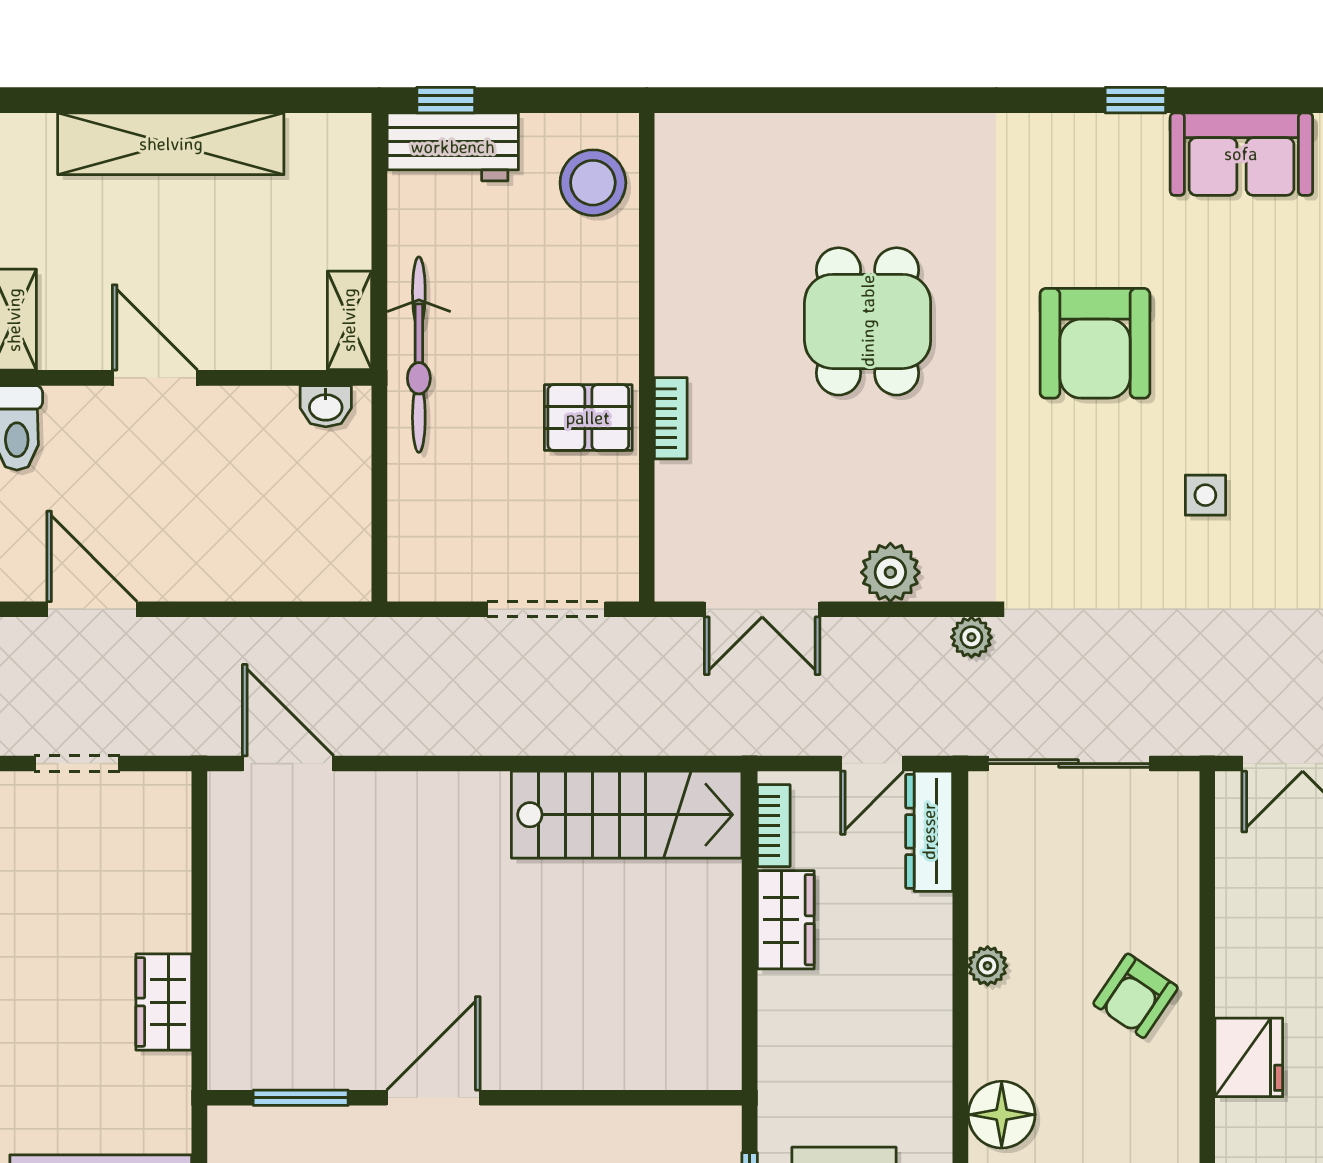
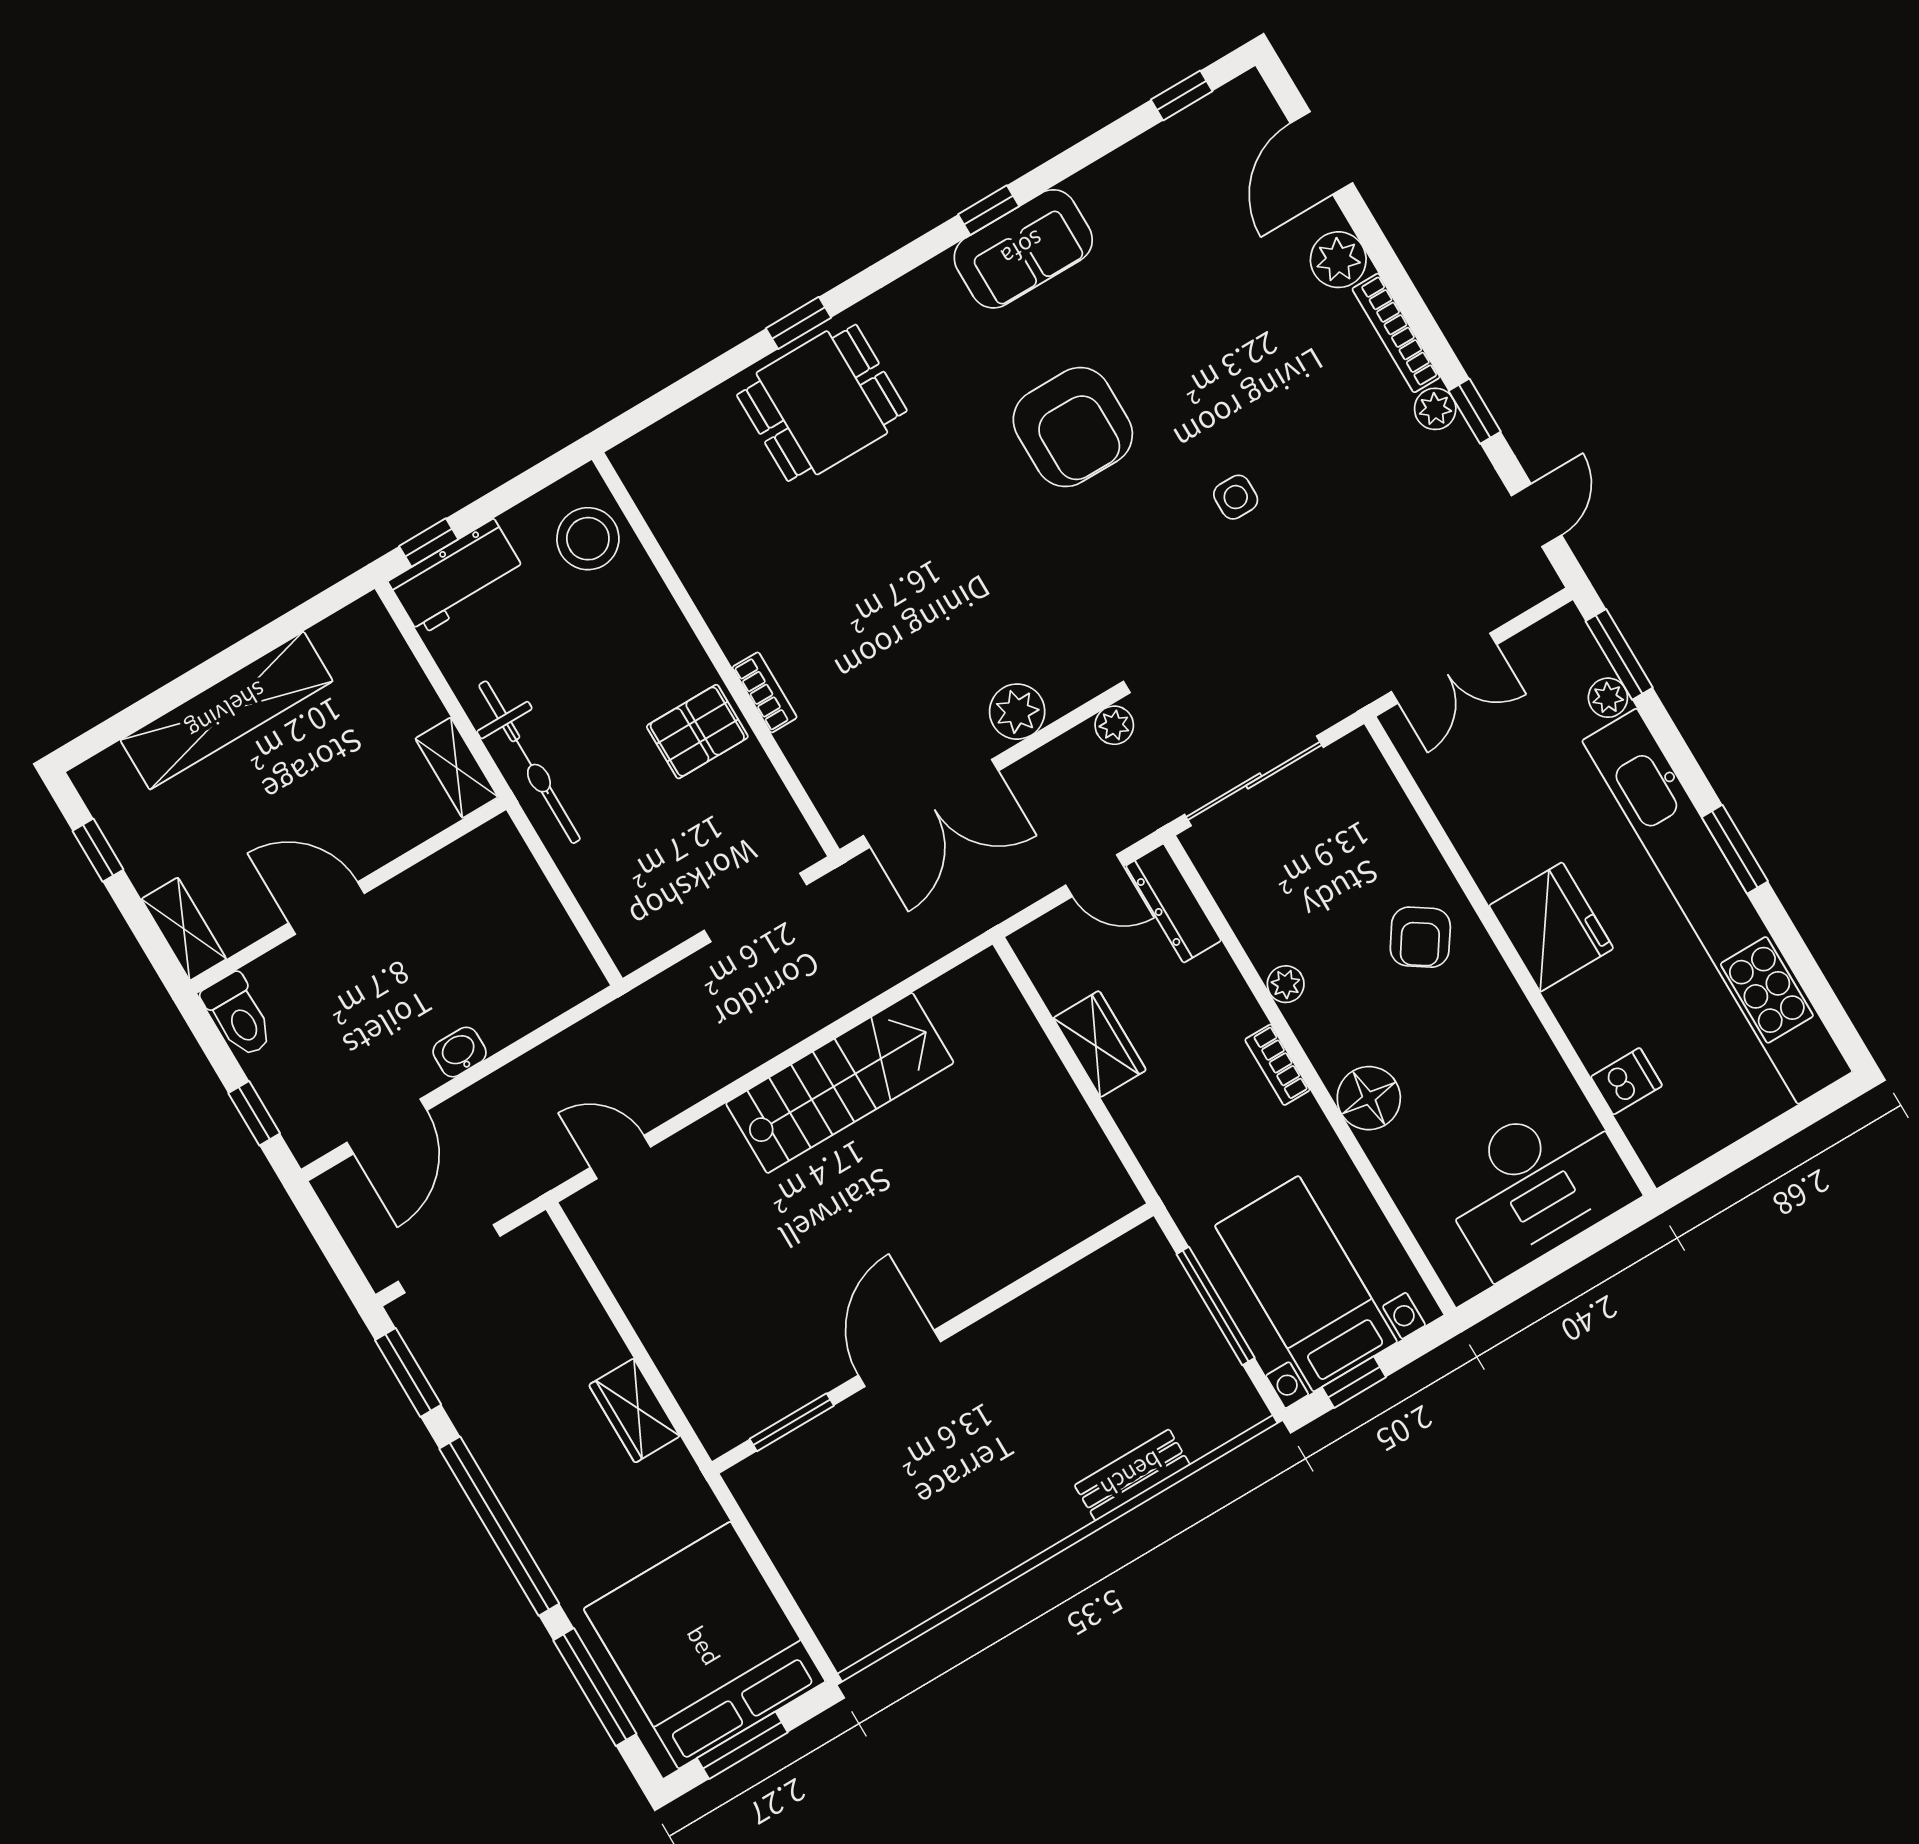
window: (901, 100) -> (798, 323), added
sofa: (1241, 154) -> (1023, 249), moved
dining table: (868, 321) -> (822, 403), moved, turned 90
washbasin: (326, 406) -> (460, 1052), moved, turned 180
door: (92, 609) -> (387, 1126), swing flipped
double door: (762, 609) -> (931, 803), width x1.37
doorway: (77, 764) -> (449, 1259), width x1.38
door: (288, 764) -> (620, 1157), width x0.73
door: (872, 764) -> (1095, 876), hinge flipped
stairs: (627, 815) -> (840, 1083), moved
bookcase: (774, 826) -> (1277, 1065), moved, turned 180
fridge: (1249, 1057) -> (1551, 927), width x1.36, depth x1.34

